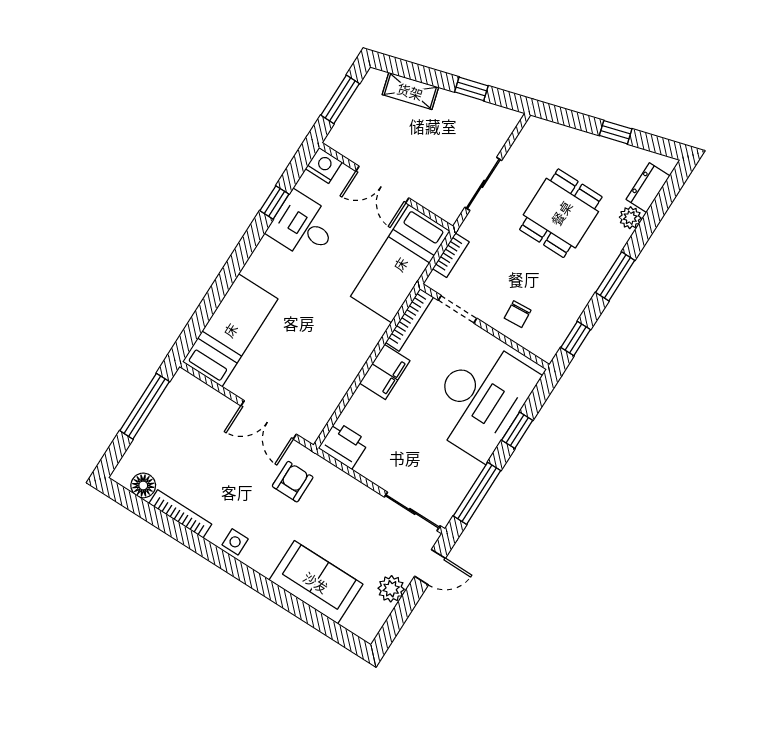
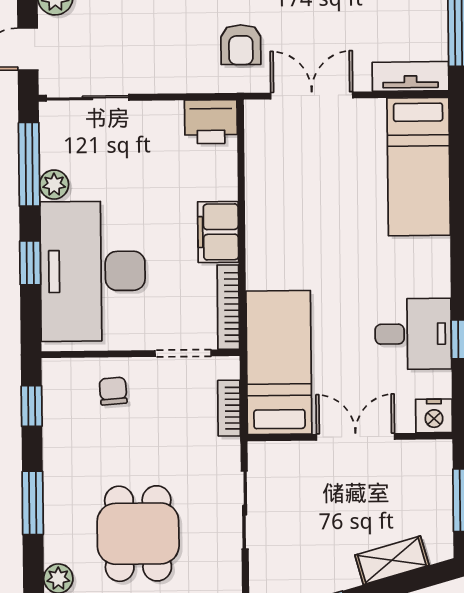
tv unit: (198, 391) -> (410, 76), added
plant: (470, 470) -> (54, 185), added

